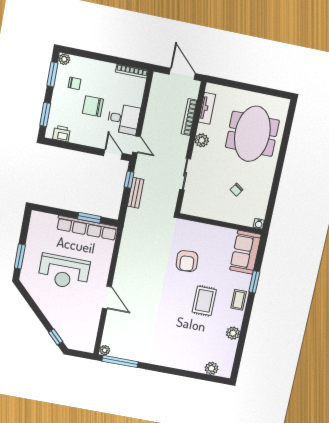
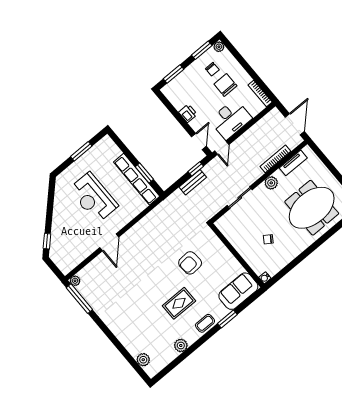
chair: (93, 106) -> (225, 85), moved
desk: (124, 119) -> (231, 119), width x1.37
printer: (62, 134) -> (188, 113), moved
window: (20, 256) -> (81, 151), moved

